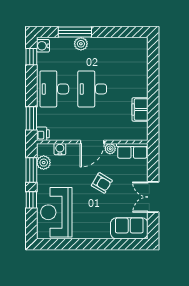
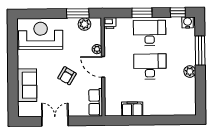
plant: (81, 44) -> (190, 71), moved
window: (31, 118) -> (142, 13), moved
water cooler: (60, 149) -> (97, 38), removed
plant: (110, 149) -> (97, 49), moved
window: (31, 200) -> (51, 14), removed
sofa: (129, 228) -> (27, 85), moved

